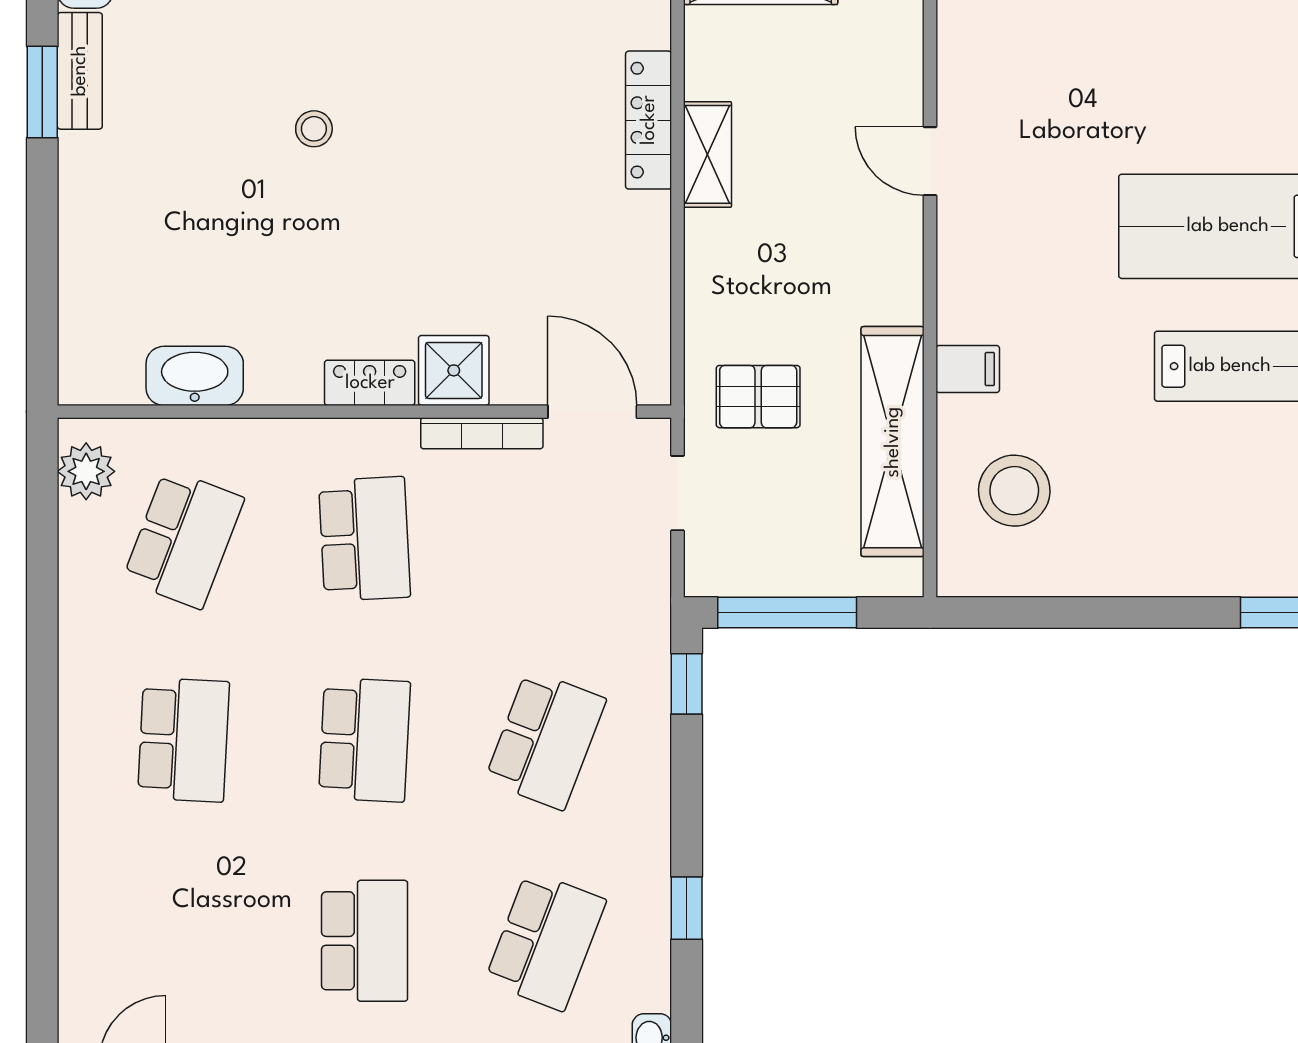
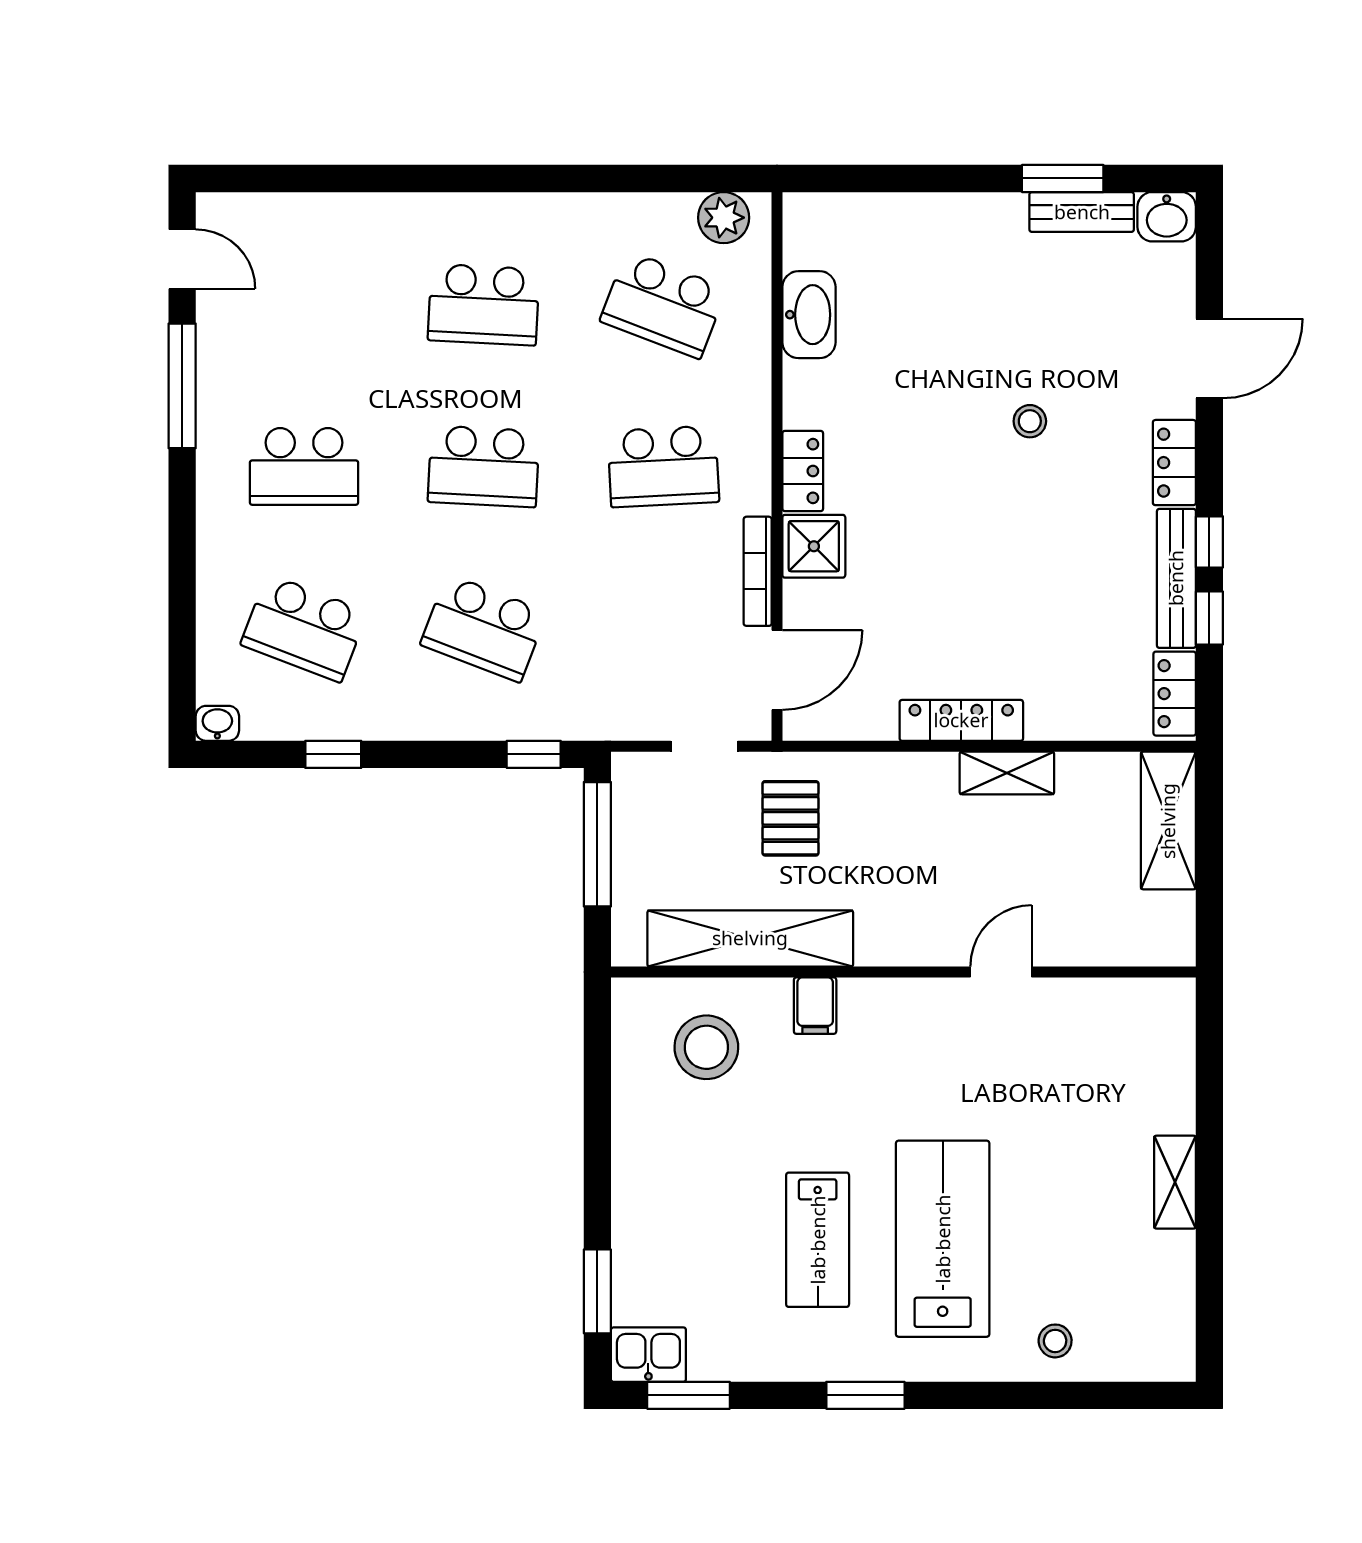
locker: (649, 120) -> (961, 720), moved

